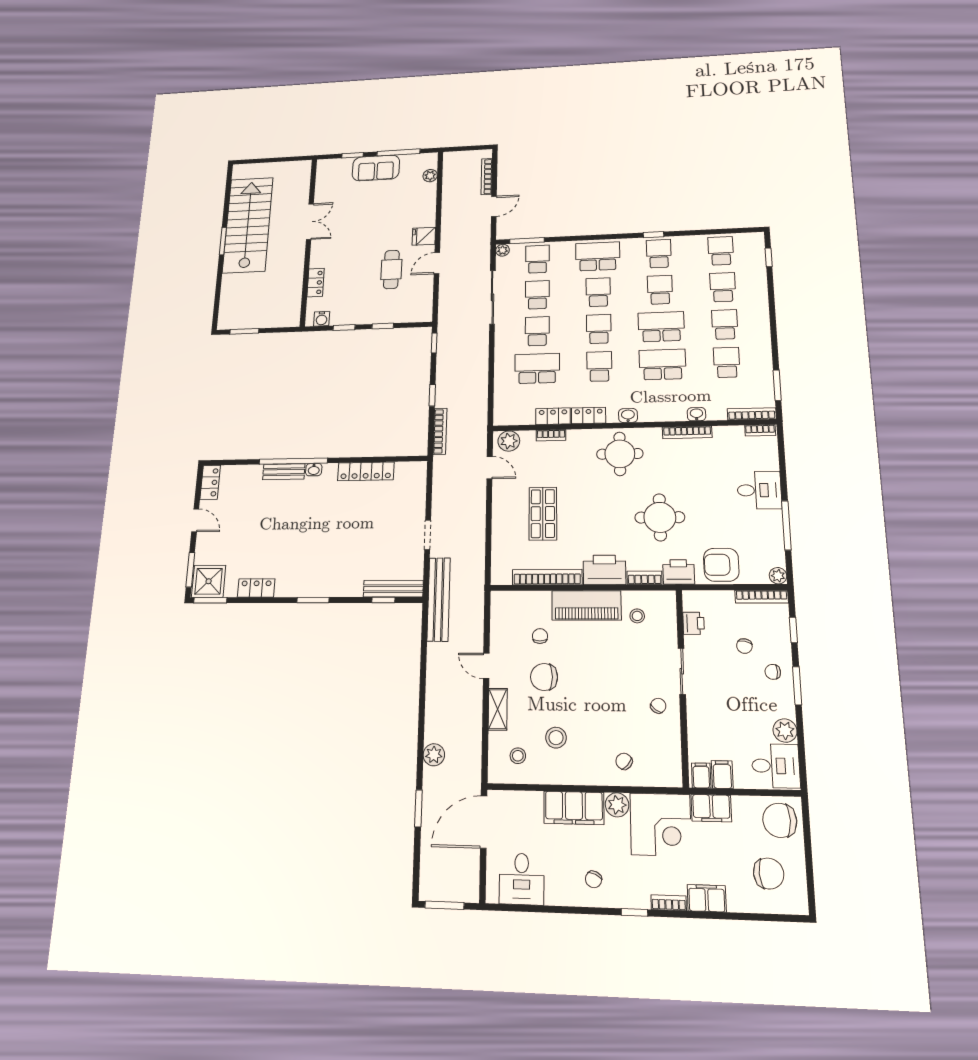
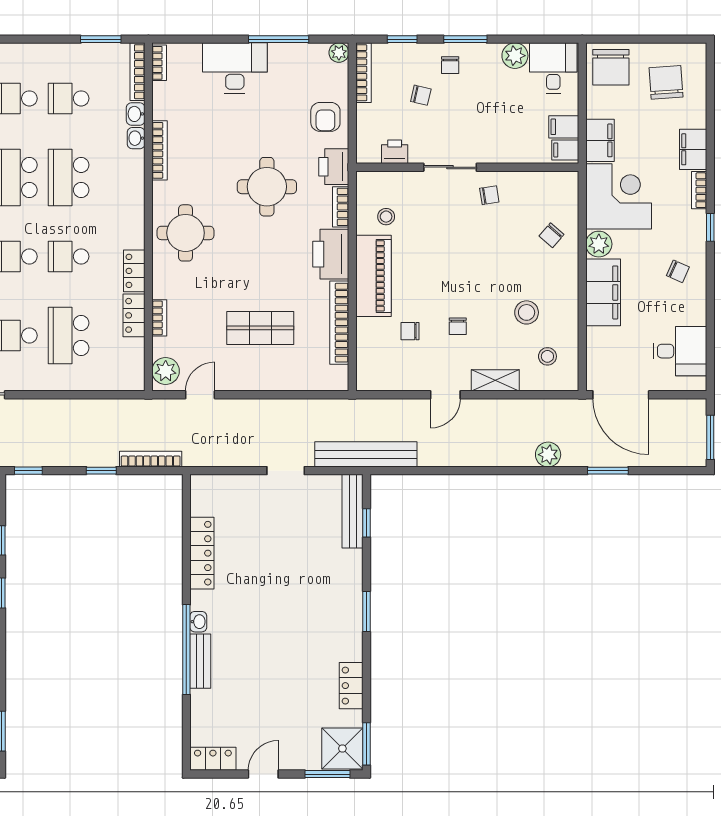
washbasin: (628, 416) -> (136, 114), moved
desk: (759, 490) -> (235, 68), width x1.37
armchair: (721, 565) -> (325, 117), width x0.72, depth x0.72
chair: (544, 677) -> (458, 326), width x0.54, depth x0.54
chair: (658, 706) -> (489, 195), turned 134

